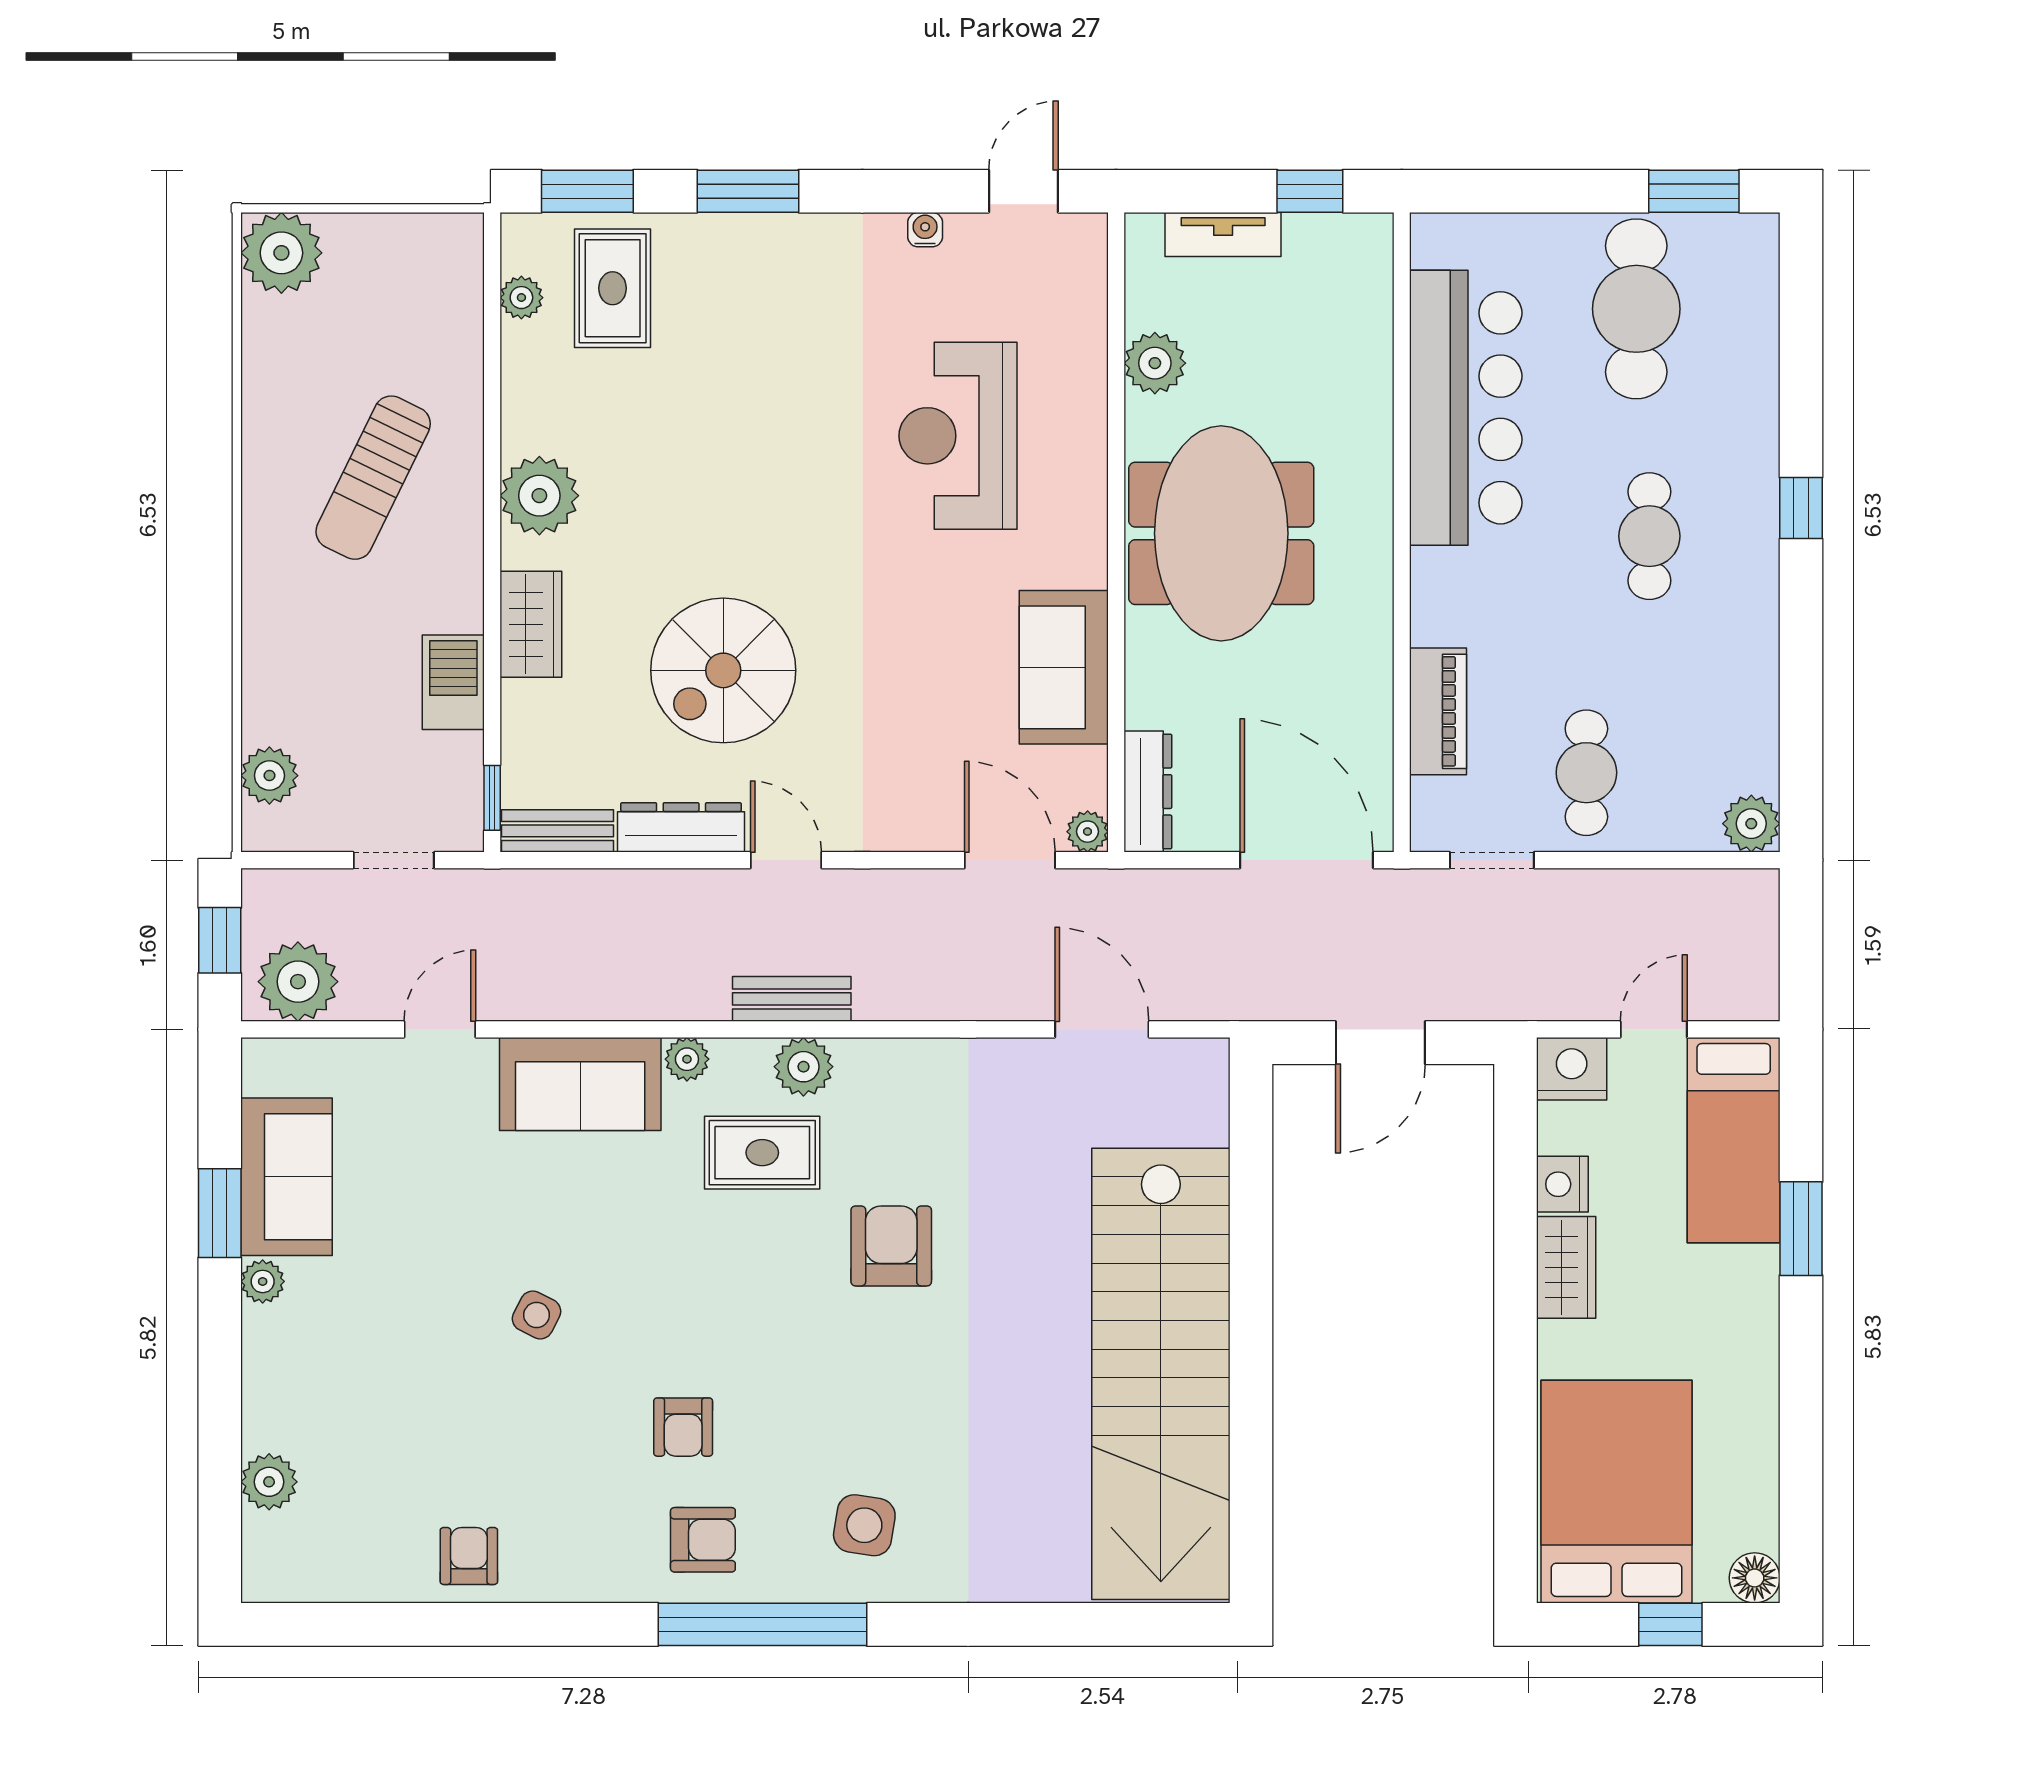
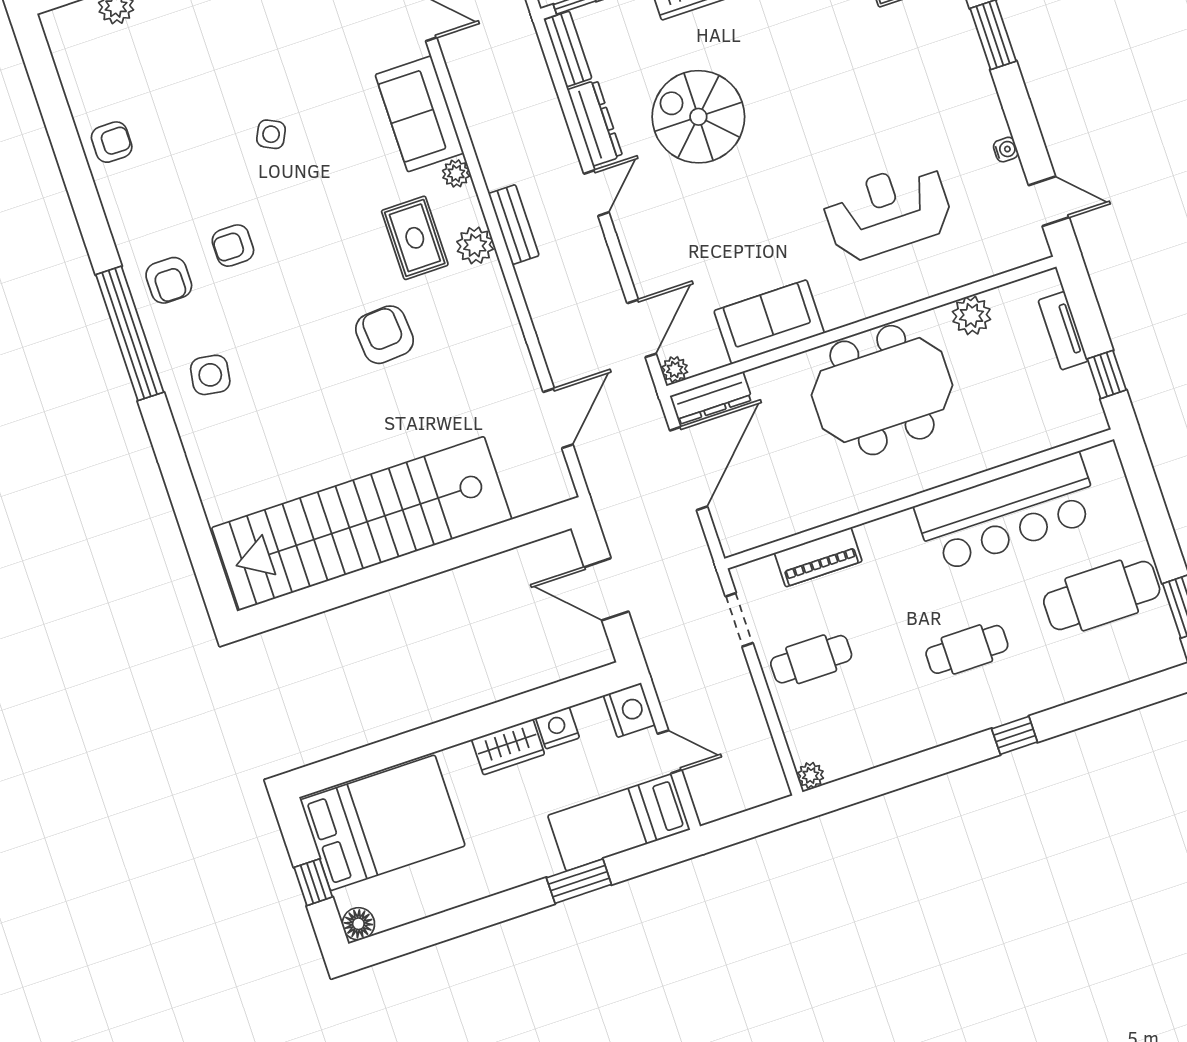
plant: (1751, 824) -> (811, 775), width x0.73, depth x0.73
door: (1307, 860) -> (689, 469), moved
armchair: (891, 1246) -> (384, 335), turned -94

